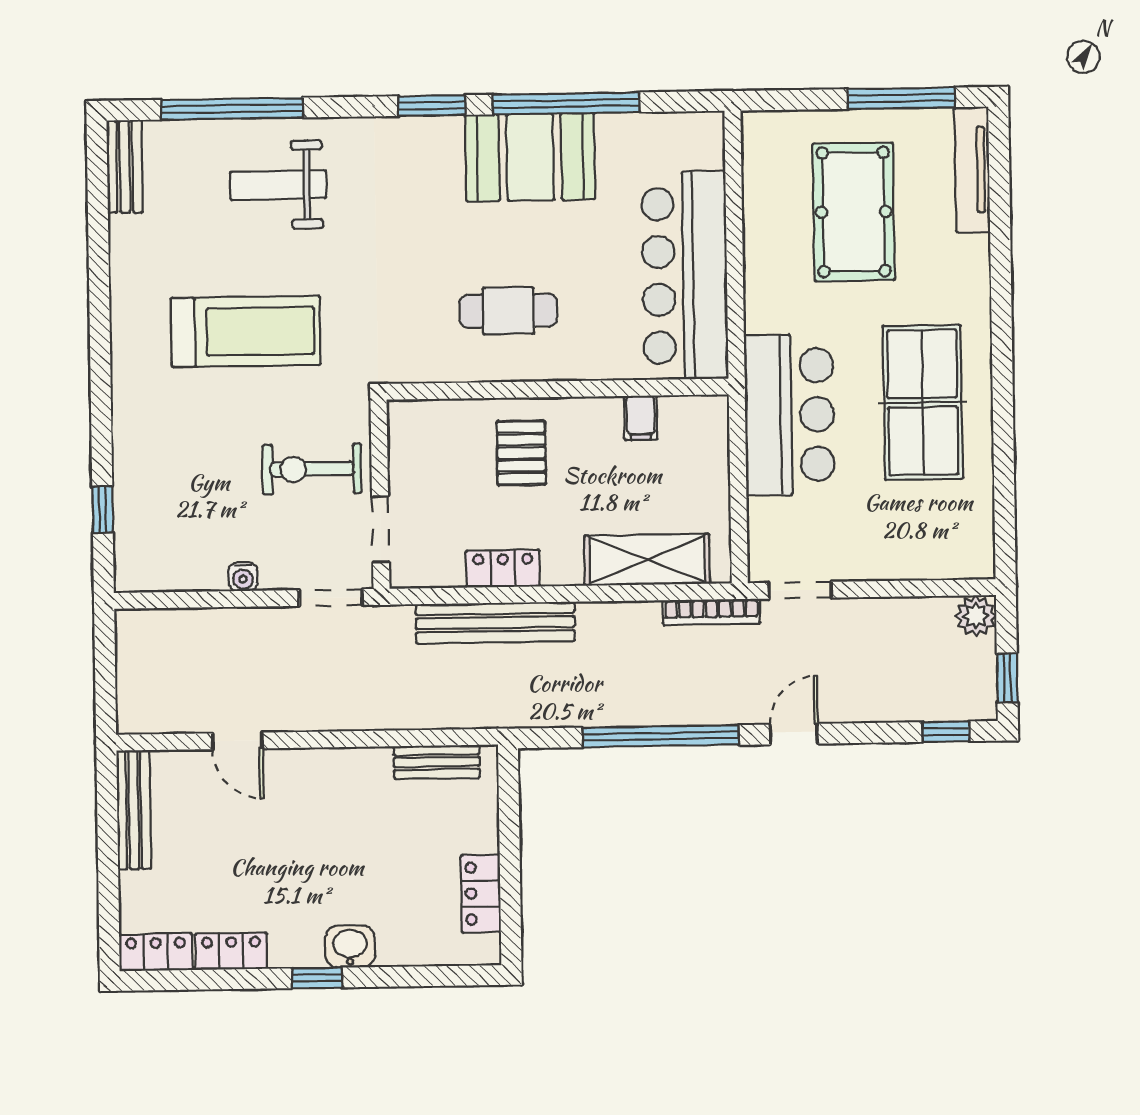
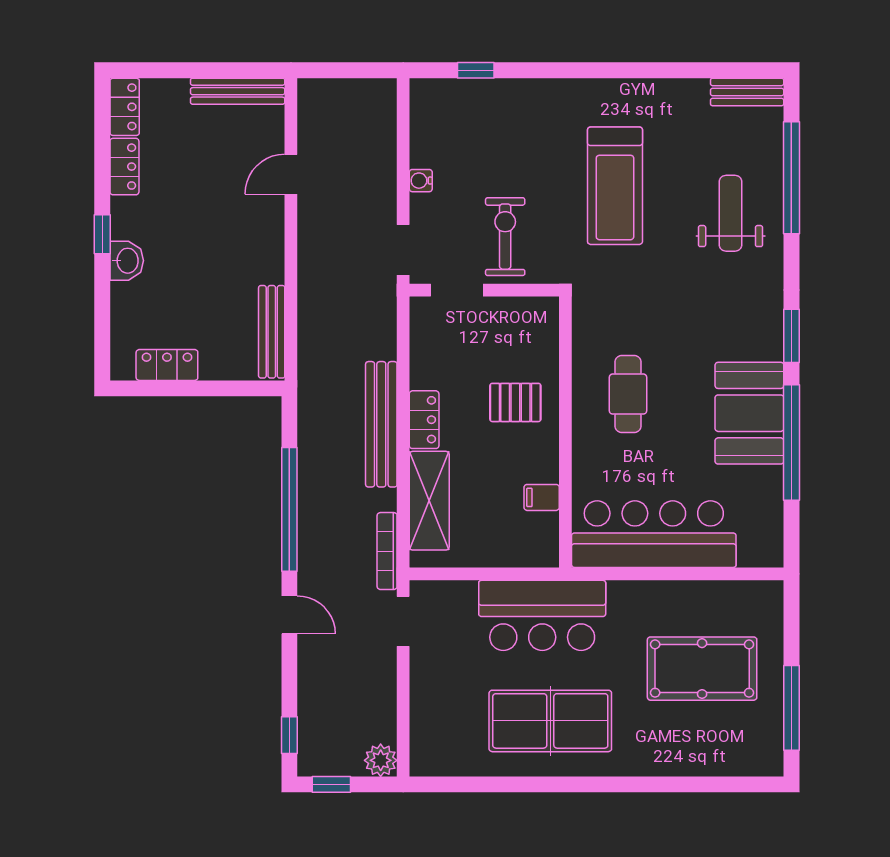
tv unit: (972, 170) -> (734, 763), removed
locker: (503, 568) -> (424, 420), moved
bench: (495, 623) -> (381, 424), moved
bench: (437, 762) -> (272, 332), width x1.36

